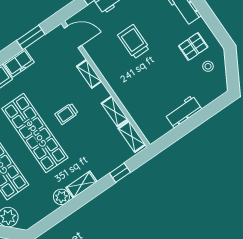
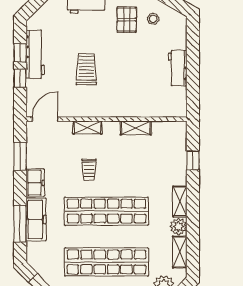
trolley: (134, 42) -> (86, 69), turned 90
trolley: (67, 114) -> (89, 169), moved
shelving: (132, 136) -> (180, 252), moved, turned 90

